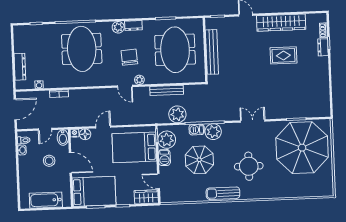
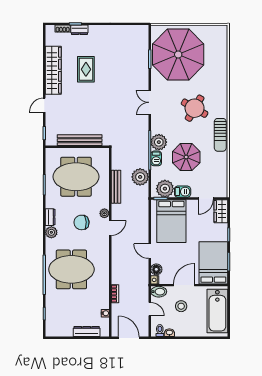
round table: (249, 166) -> (195, 108), turned 30
bathtub: (46, 200) -> (217, 311), width x1.36, depth x1.36

